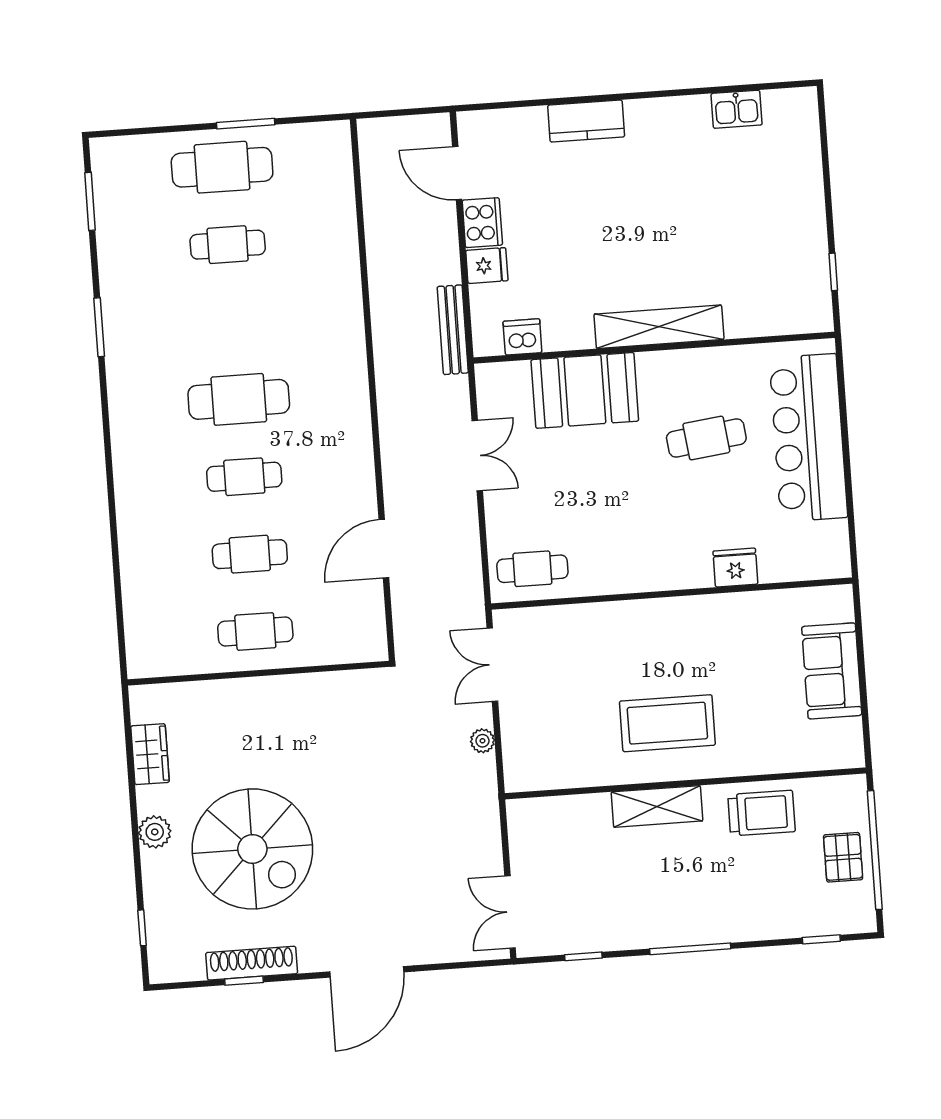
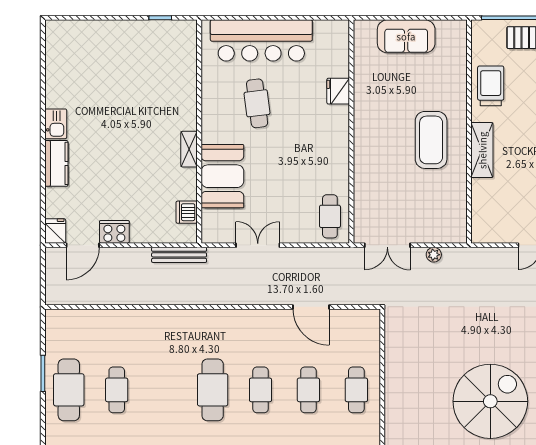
kitchen sink: (737, 109) -> (56, 124), moved
fridge: (487, 266) -> (55, 231), moved
shelving: (659, 327) -> (189, 149), width x0.45, depth x0.75

